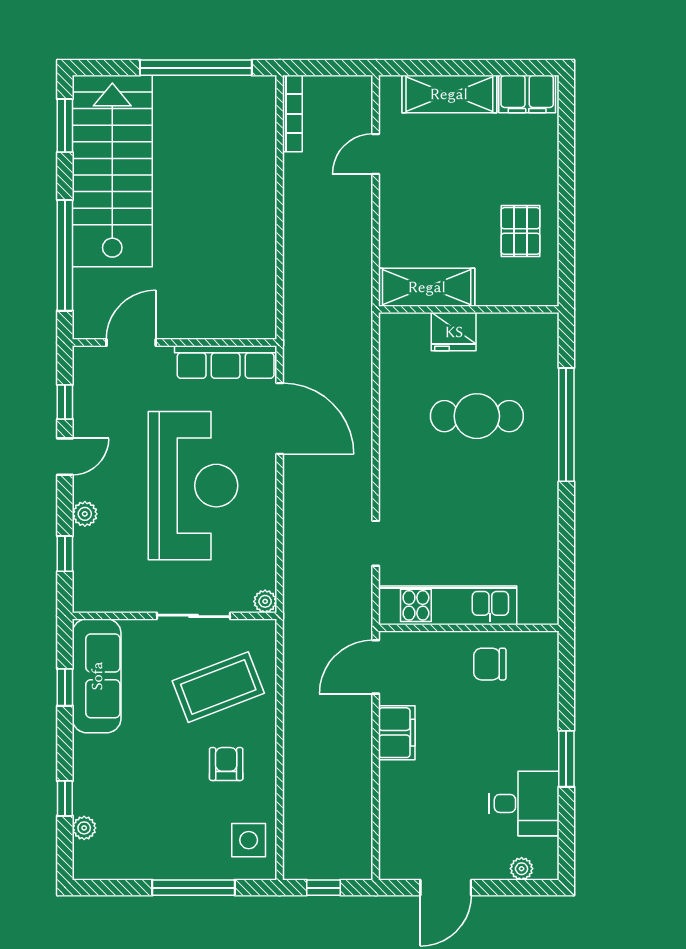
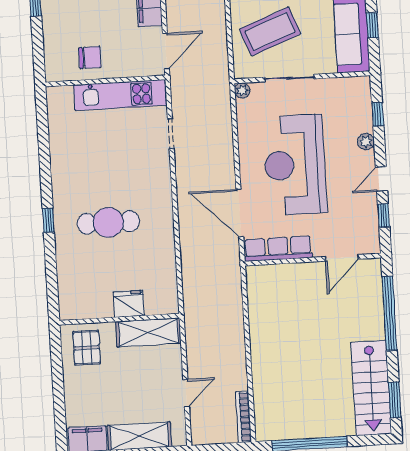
stairs: (112, 171) -> (371, 388), width x0.73, depth x0.66
shelving: (427, 287) -> (148, 332), moved
wall: (469, 309) -> (119, 319), moved
fridge: (454, 332) -> (129, 304), moved
window: (566, 425) -> (48, 220), width x0.32

